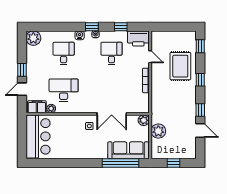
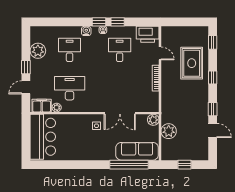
window: (121, 27) -> (118, 22), moved
plant: (33, 38) -> (38, 51), moved

